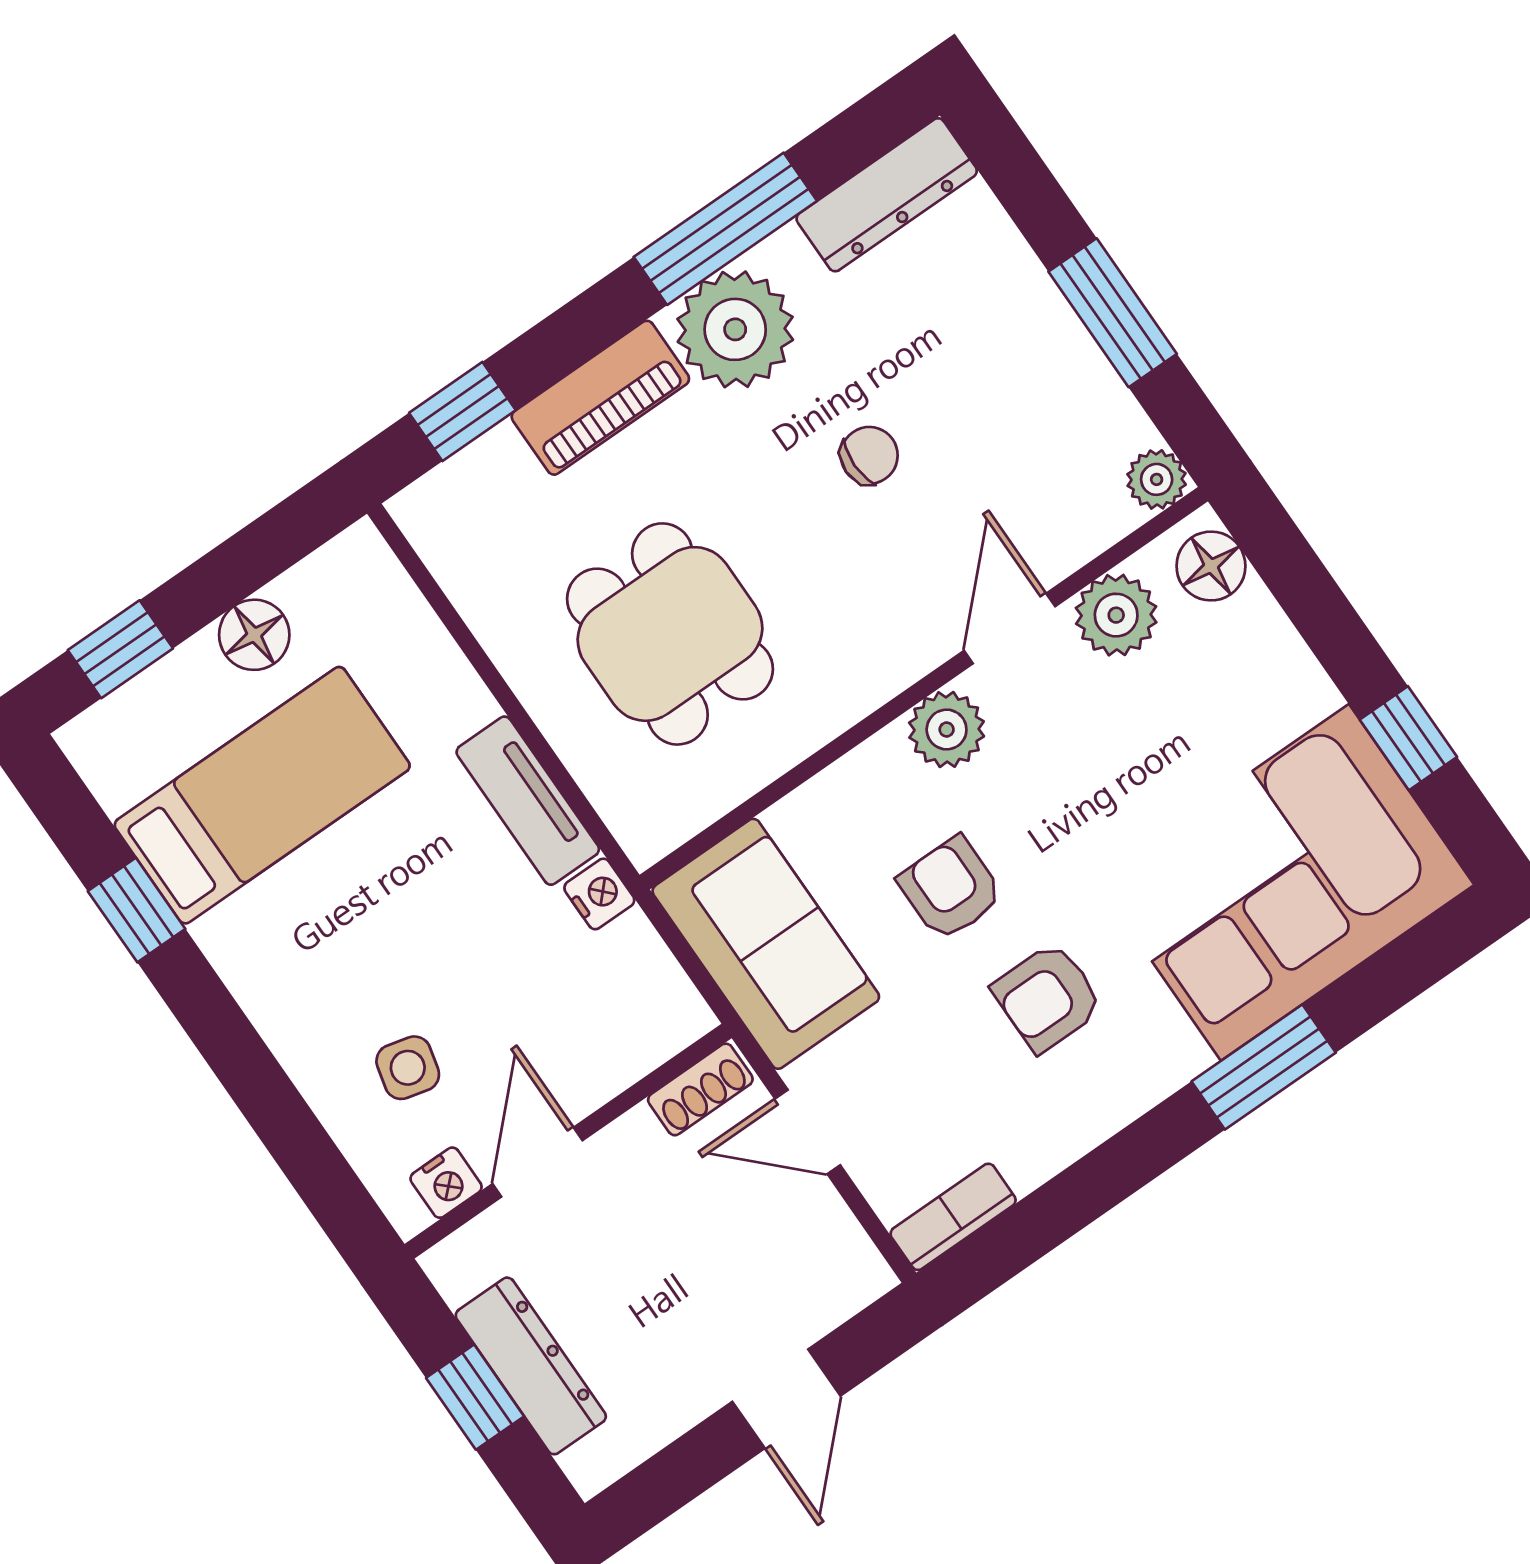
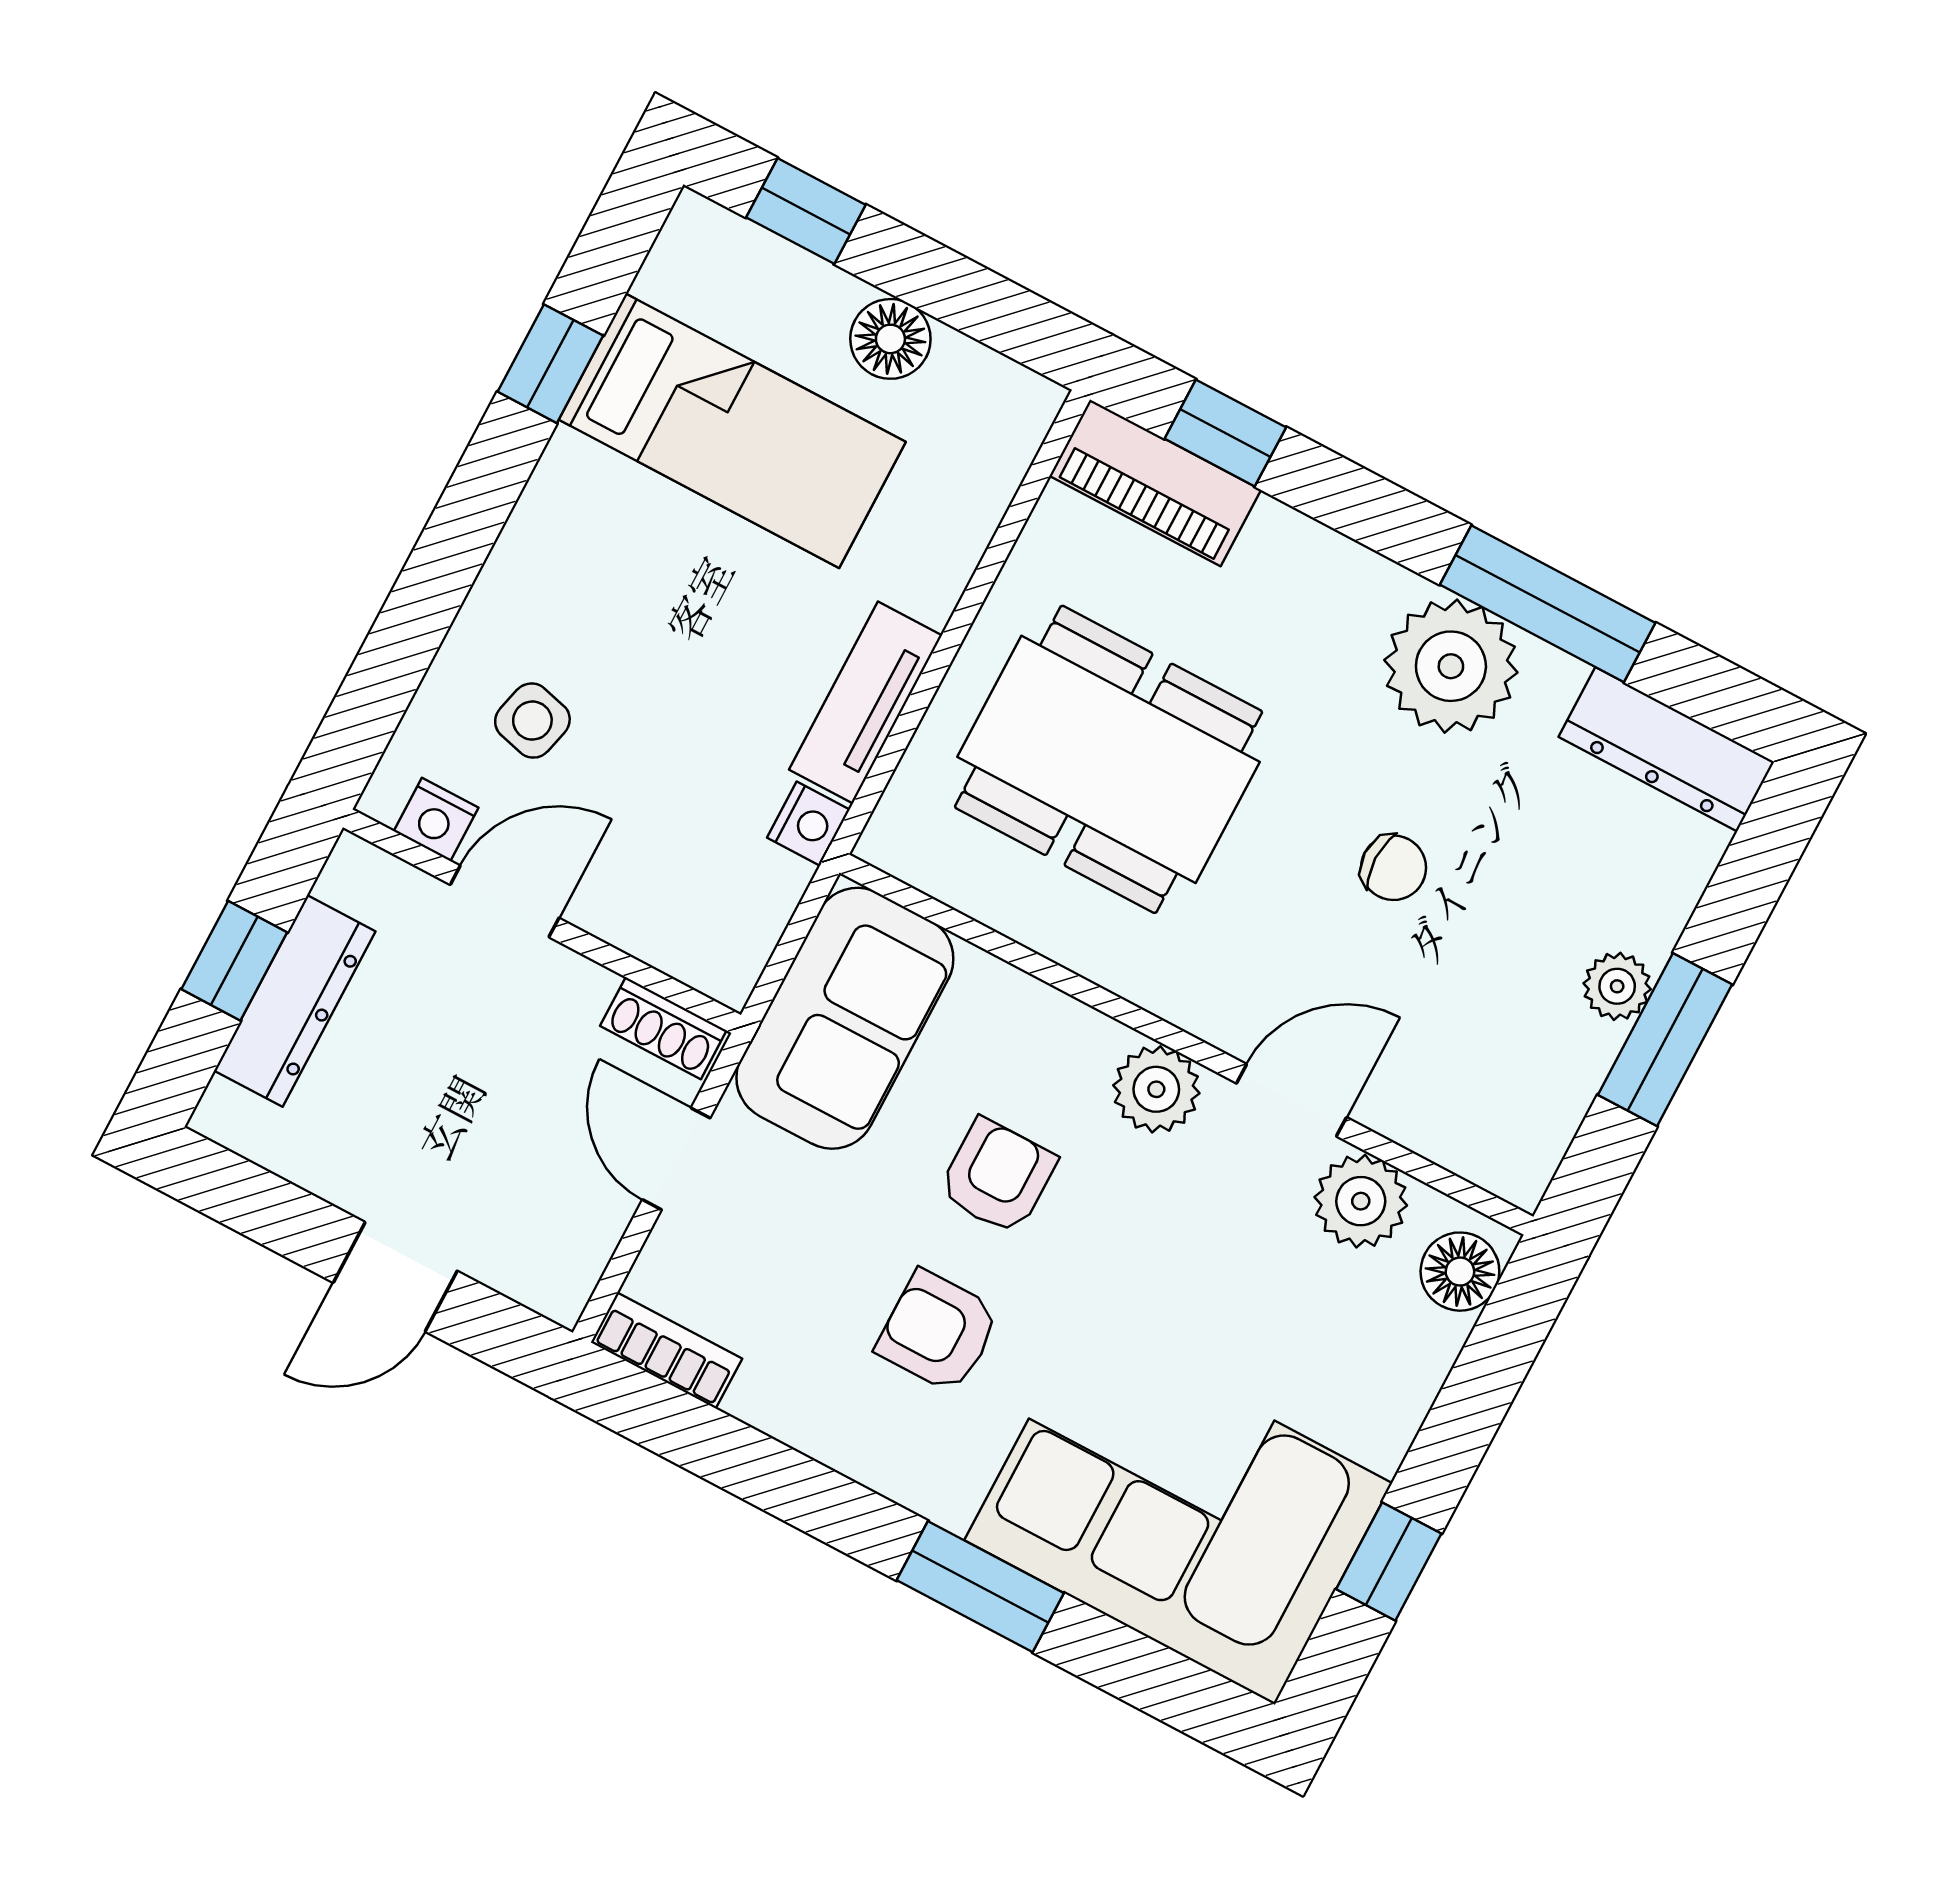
piano: (600, 398) -> (1155, 483), moved
plant: (1157, 479) -> (1617, 986), moved
dining table: (670, 634) -> (1109, 759), width x1.38

